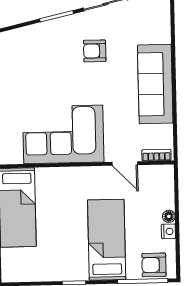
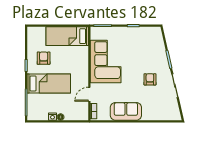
sofa: (155, 84) -> (126, 111), width x0.73
armchair: (154, 265) -> (44, 58), moved

